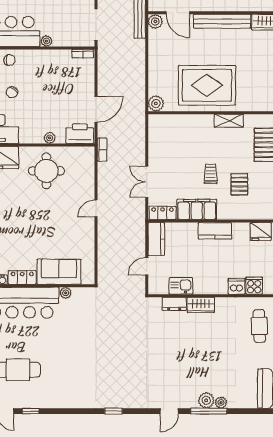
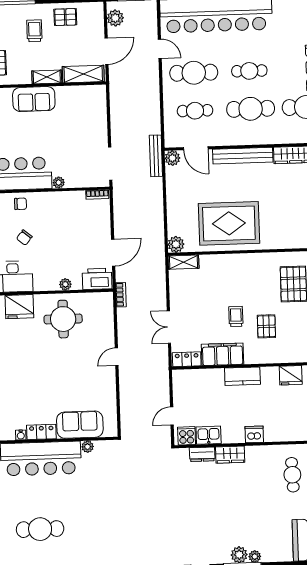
shelving: (229, 121) -> (183, 262), moved
kitchen counter: (156, 239) -> (181, 387), removed
dishwasher: (237, 286) -> (254, 434), moved
cooker: (254, 286) -> (187, 436), moved

